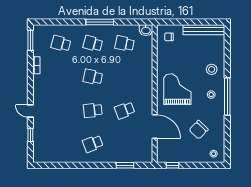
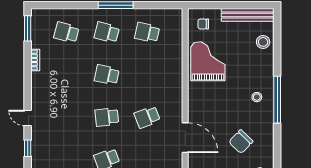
washbasin: (146, 30) -> (174, 15), removed
stool: (212, 69) -> (263, 42), moved
grand piano: (177, 89) -> (208, 61), moved

